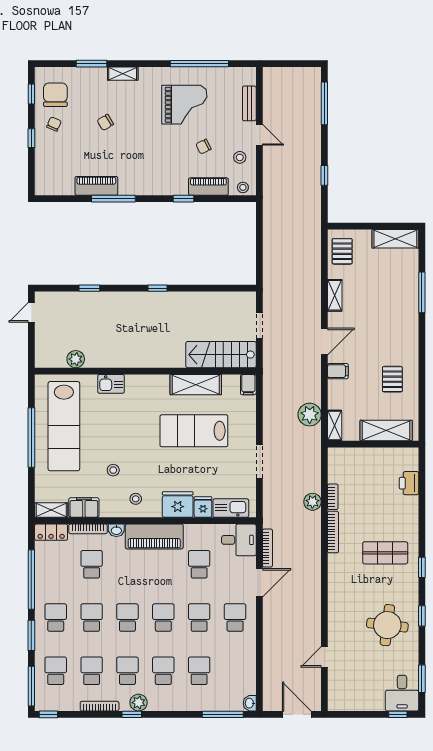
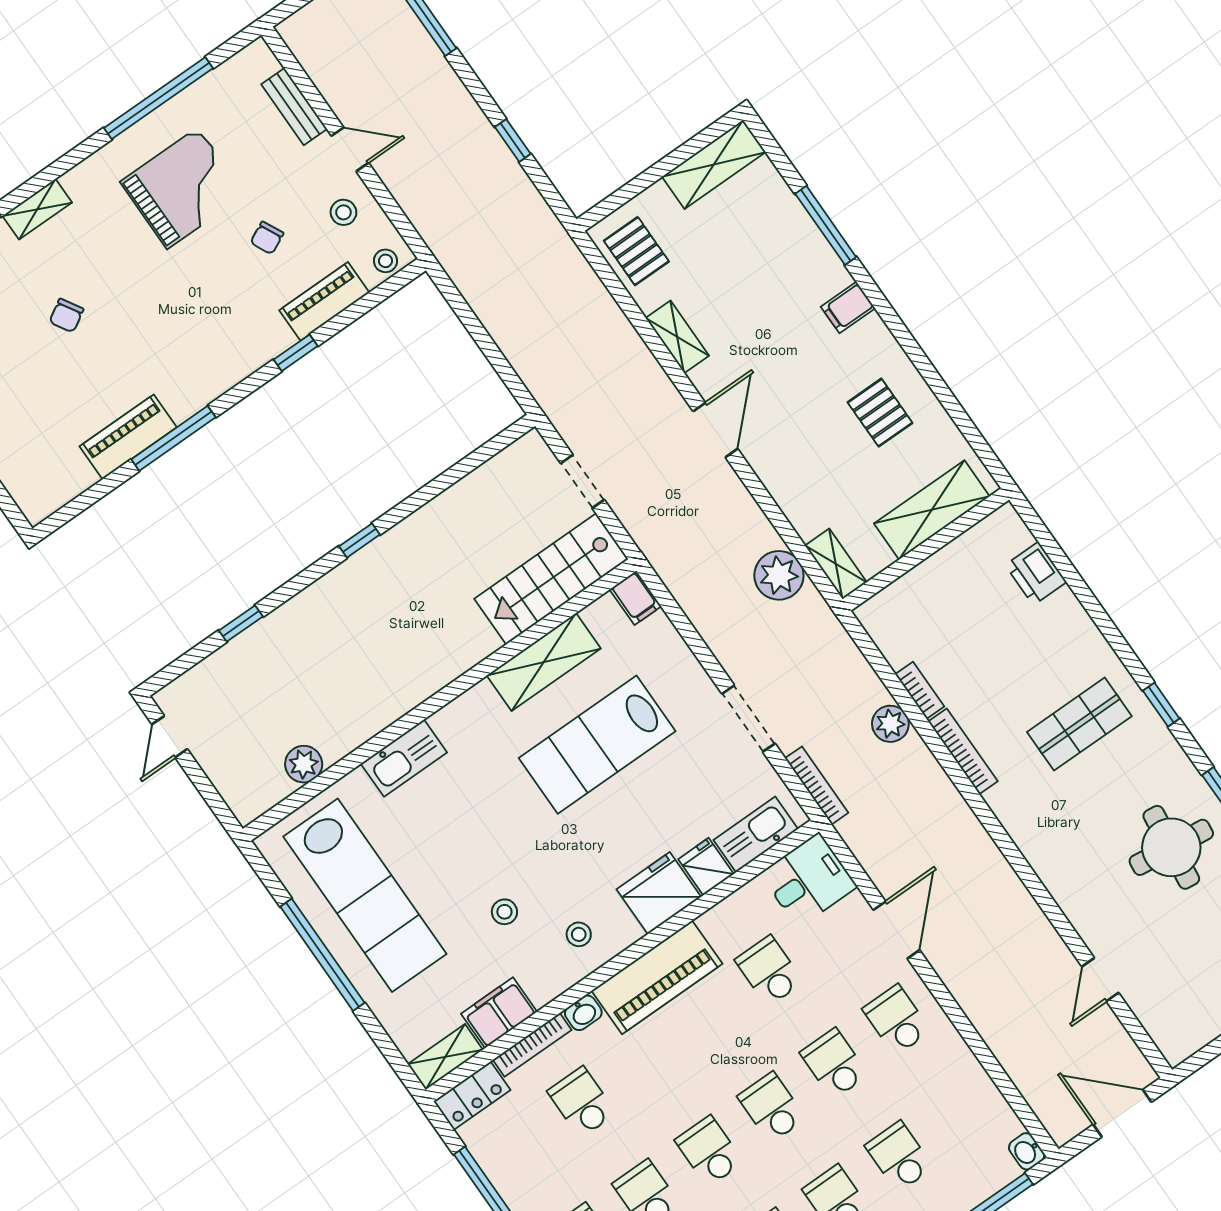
filing cabinet: (338, 371) -> (848, 307), moved, turned 180
kitchen sink: (111, 384) -> (404, 758), width x1.38
bookcase: (267, 548) -> (817, 786), moved

